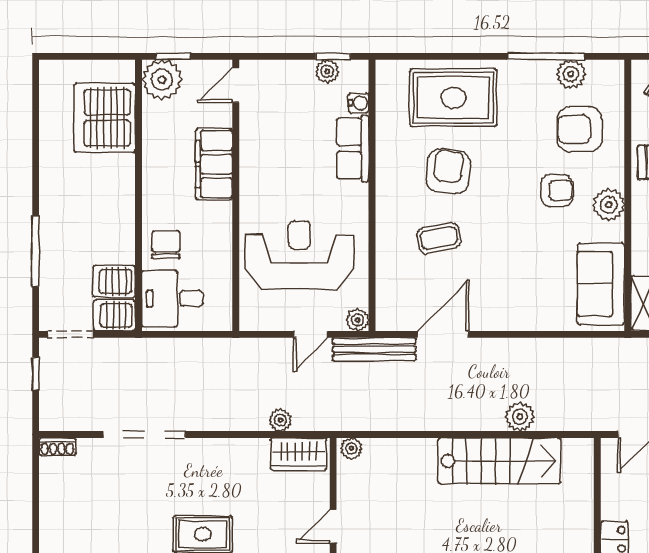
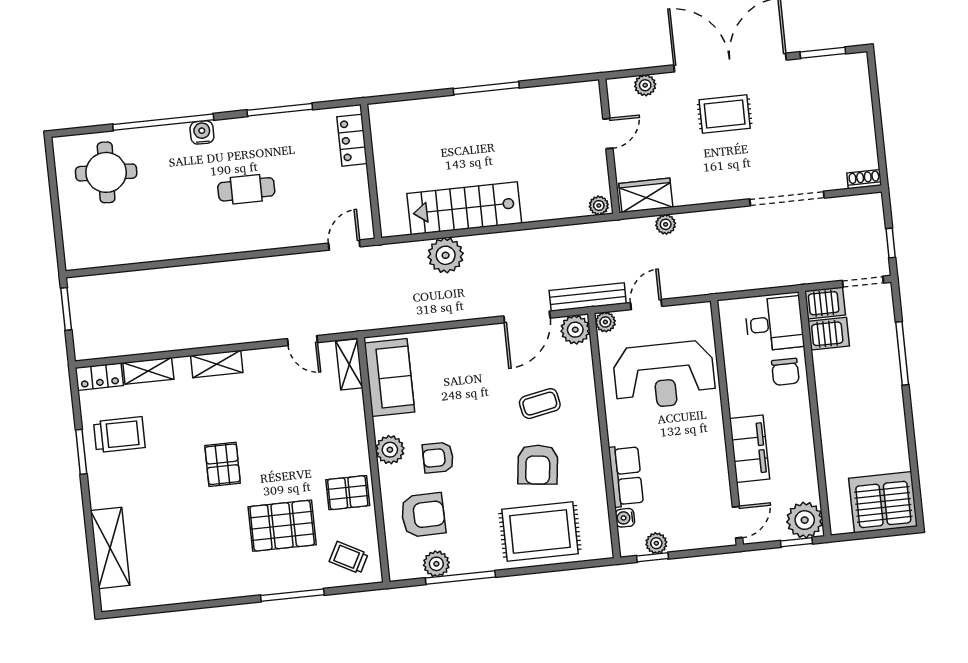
server rack: (105, 118) -> (883, 502), moved, turned -90
plant: (391, 315) -> (575, 330), added
plant: (520, 417) -> (446, 255), width x1.36, depth x1.36

